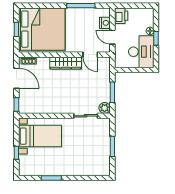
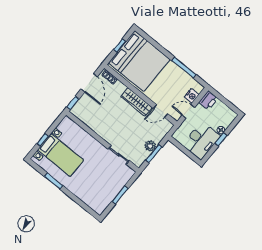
door: (112, 37) -> (188, 111), hinge flipped
door: (90, 55) -> (160, 111), hinge flipped
plant: (105, 108) -> (150, 146), moved
bed with nightstands: (40, 136) -> (61, 155), moved

